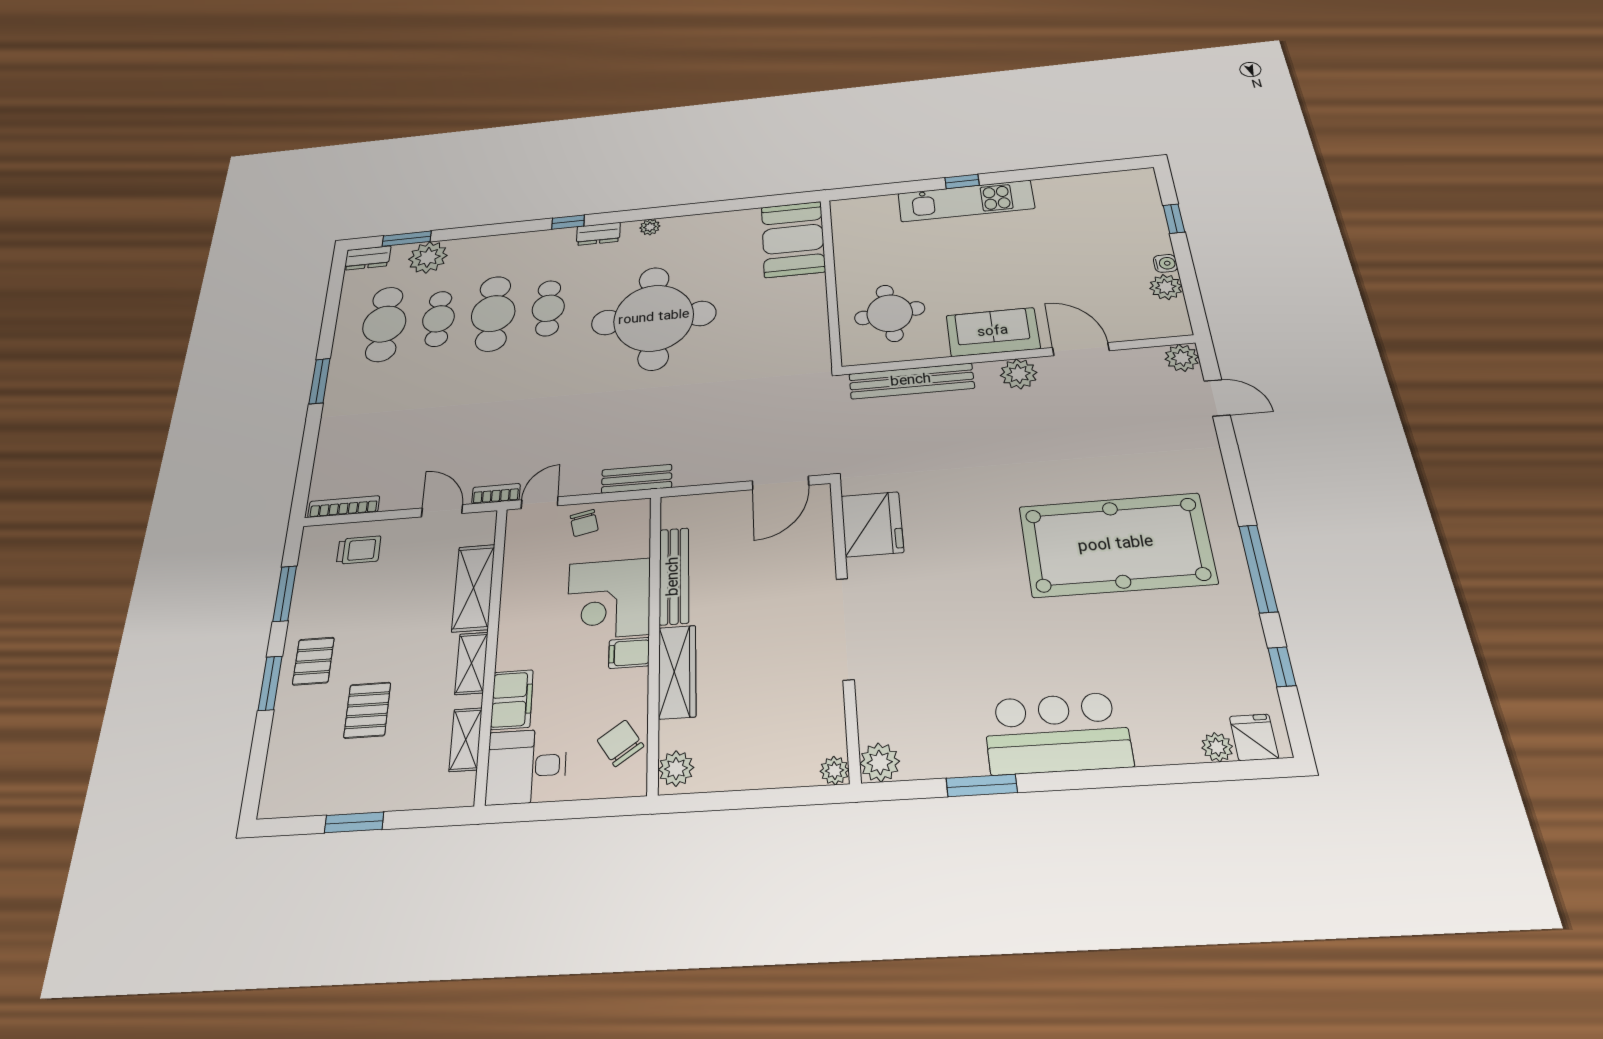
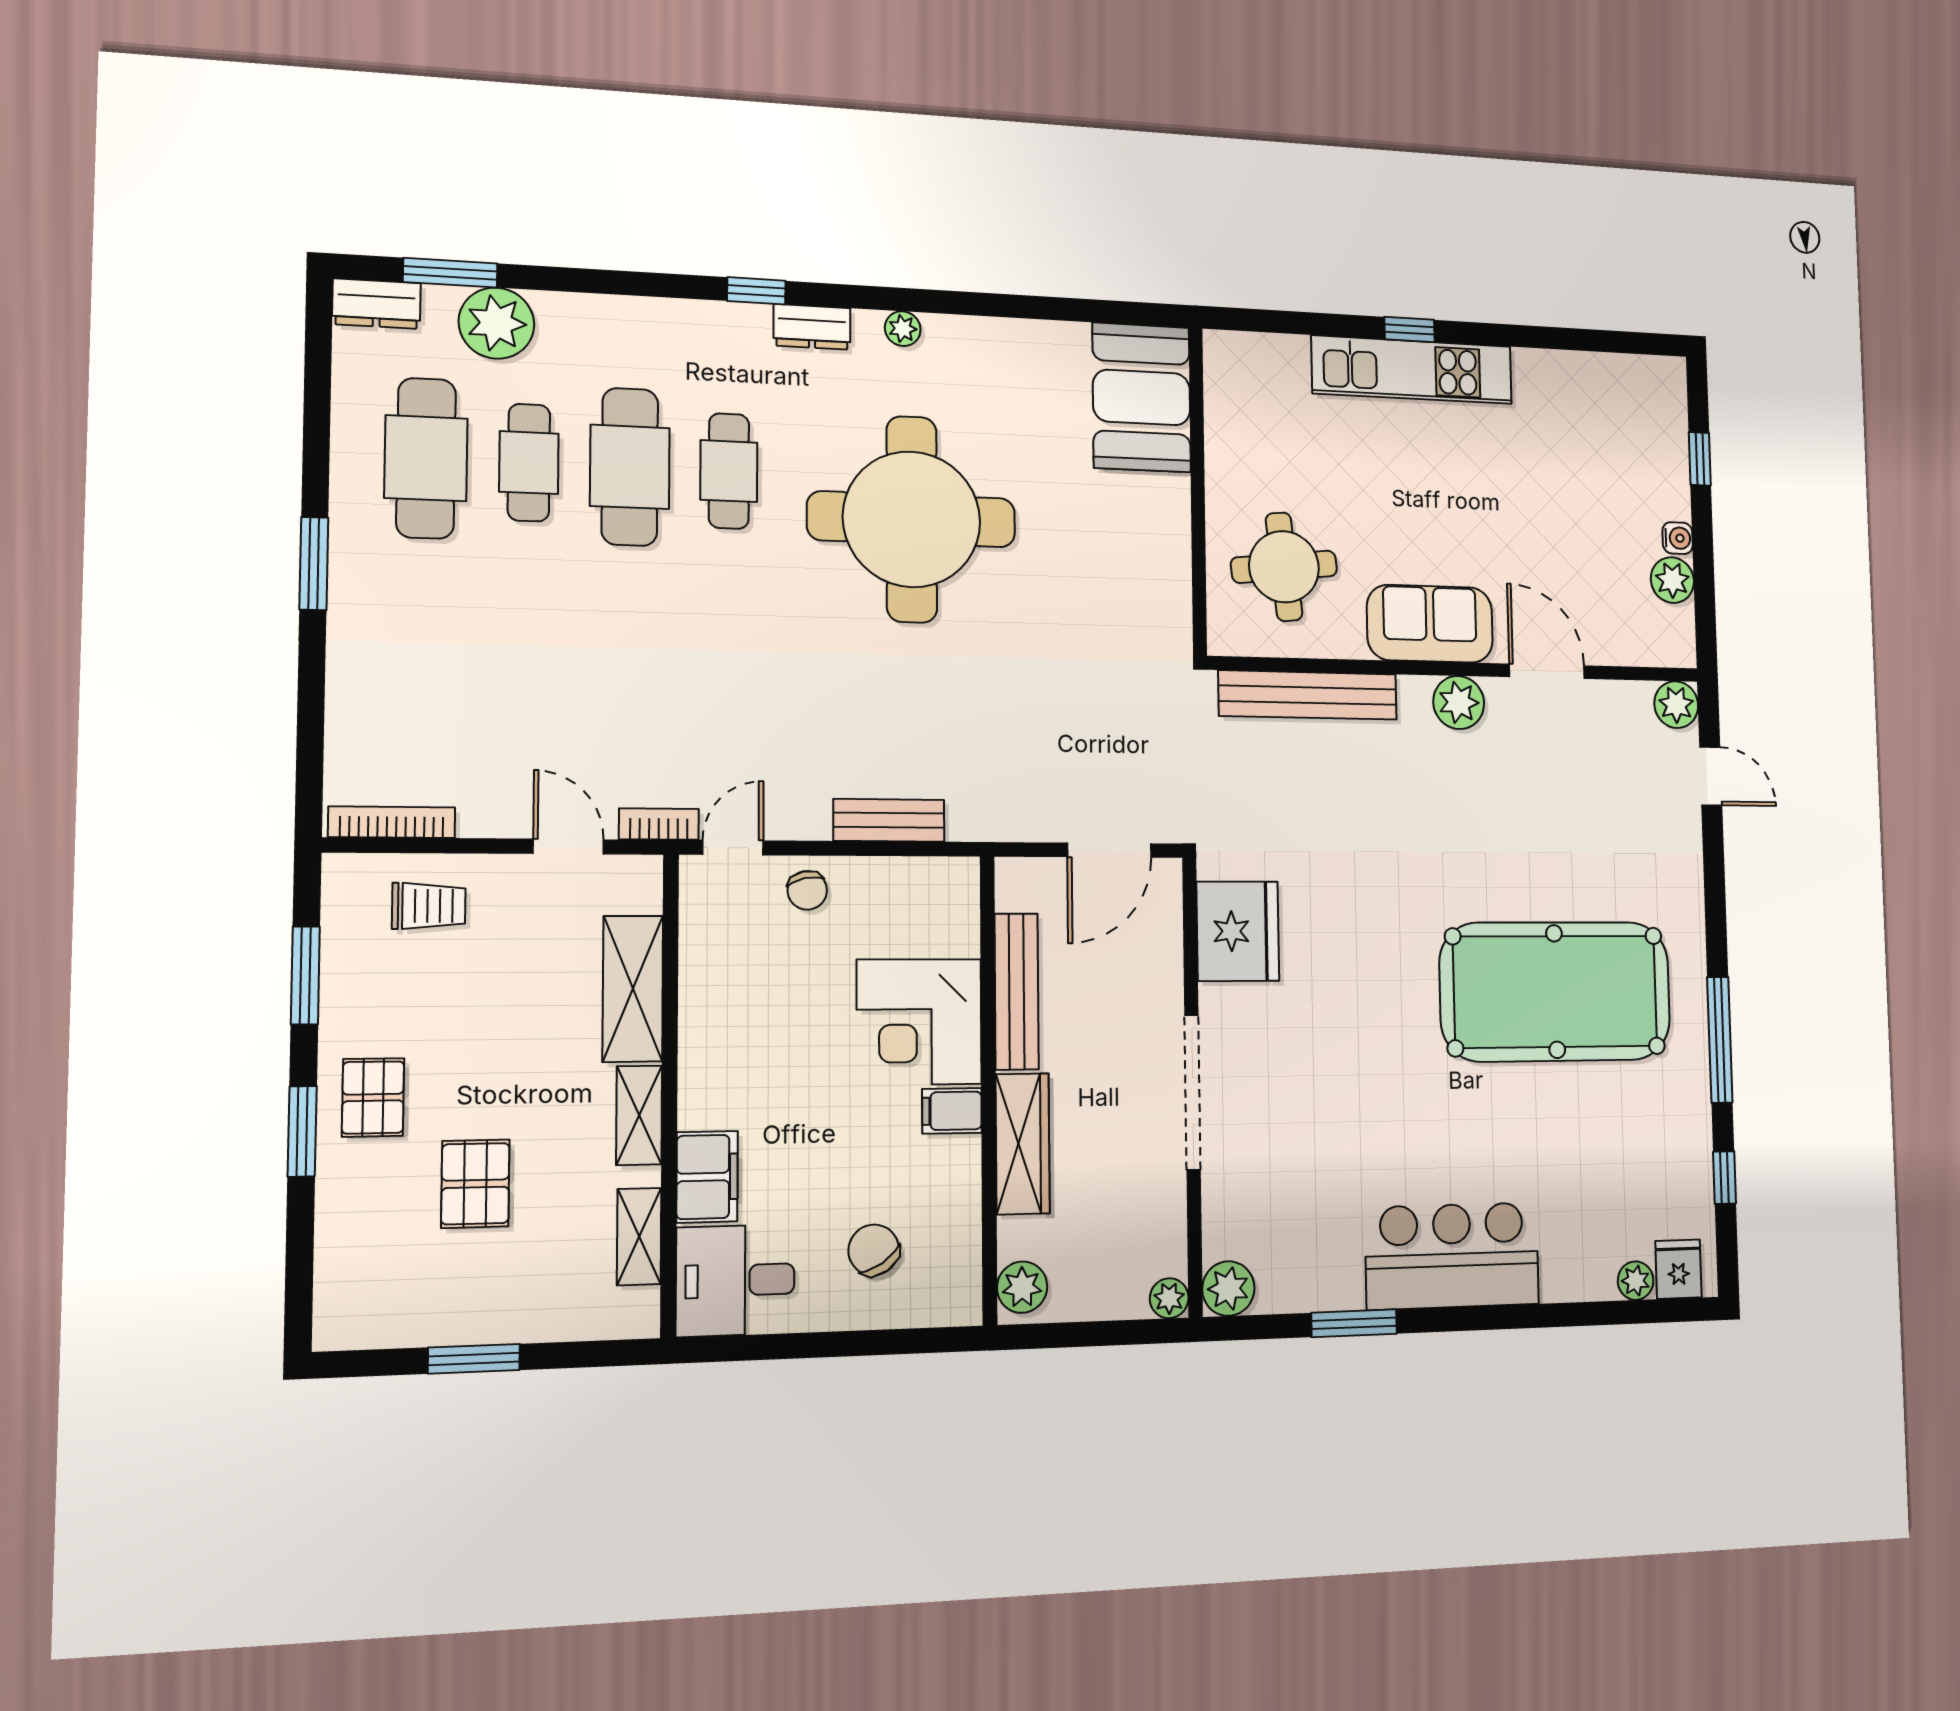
bench: (674, 576) -> (1017, 991), moved
corner desk: (609, 599) -> (919, 1022), moved
wall: (654, 638) -> (989, 1089), moved
filing cabinet: (629, 653) -> (952, 1111), moved
wardrobe: (677, 672) -> (1023, 1144), moved
plant: (676, 769) -> (1022, 1287), moved

